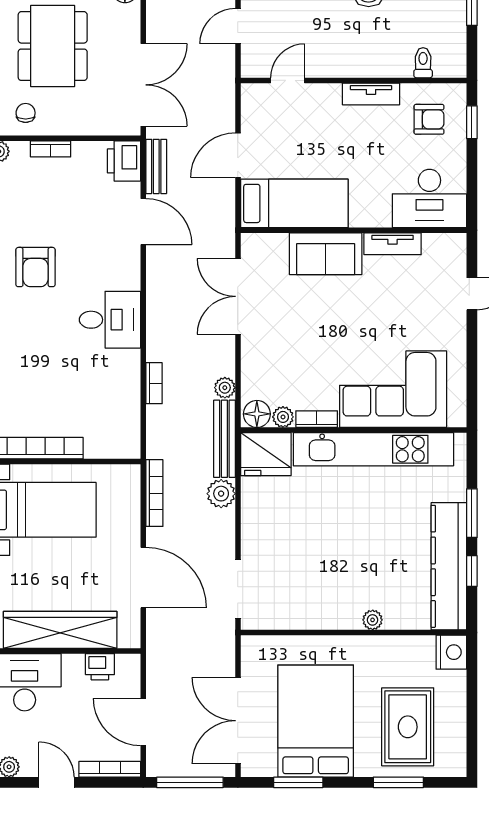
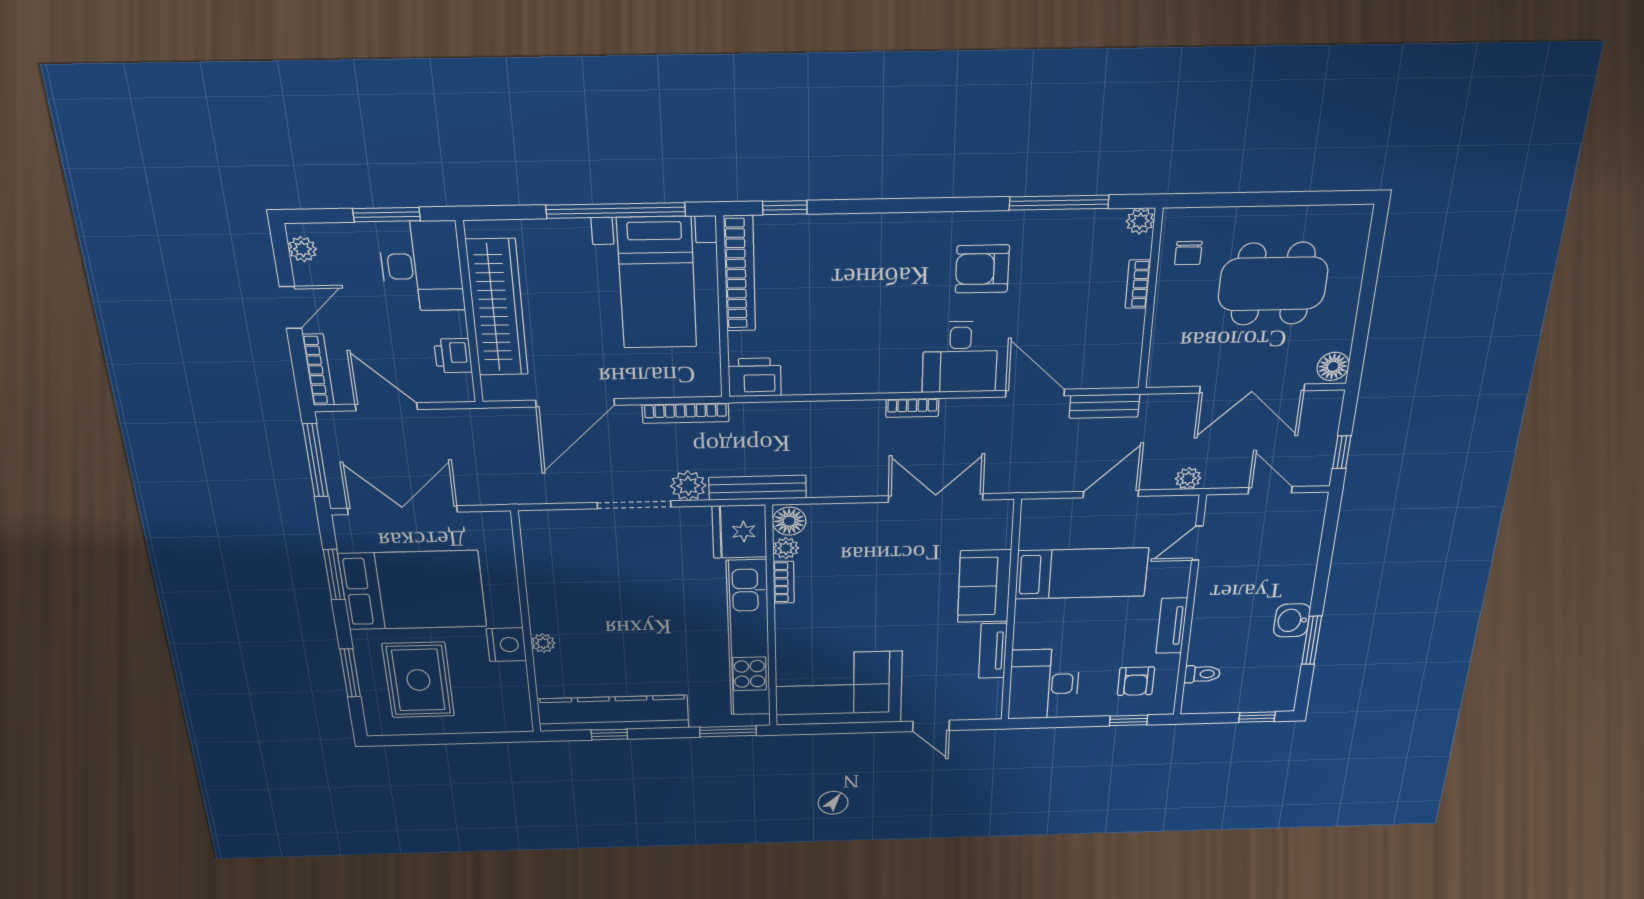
door: (288, 80) -> (1197, 543), swing flipped
double door: (143, 85) -> (1252, 389), moved
chair: (26, 113) -> (1188, 253), turned 90
door: (238, 155) -> (1111, 494), hinge flipped
printer: (124, 161) -> (755, 377), moved
bed: (294, 203) -> (1081, 573), moved, turned -90
door: (143, 222) -> (1035, 393), swing flipped
desk: (110, 320) -> (960, 357), moved
bookcase: (154, 383) -> (912, 408), moved
plant: (225, 388) -> (1188, 478), moved
corner sofa: (393, 389) -> (839, 688), moved, turned -90
window: (472, 513) -> (728, 731), moved
doorway: (238, 589) -> (634, 505), moved
nightstand: (451, 652) -> (506, 645), moved, turned -90
door: (143, 722) -> (386, 407), hinge flipped
rug: (408, 727) -> (418, 680), turned 90

